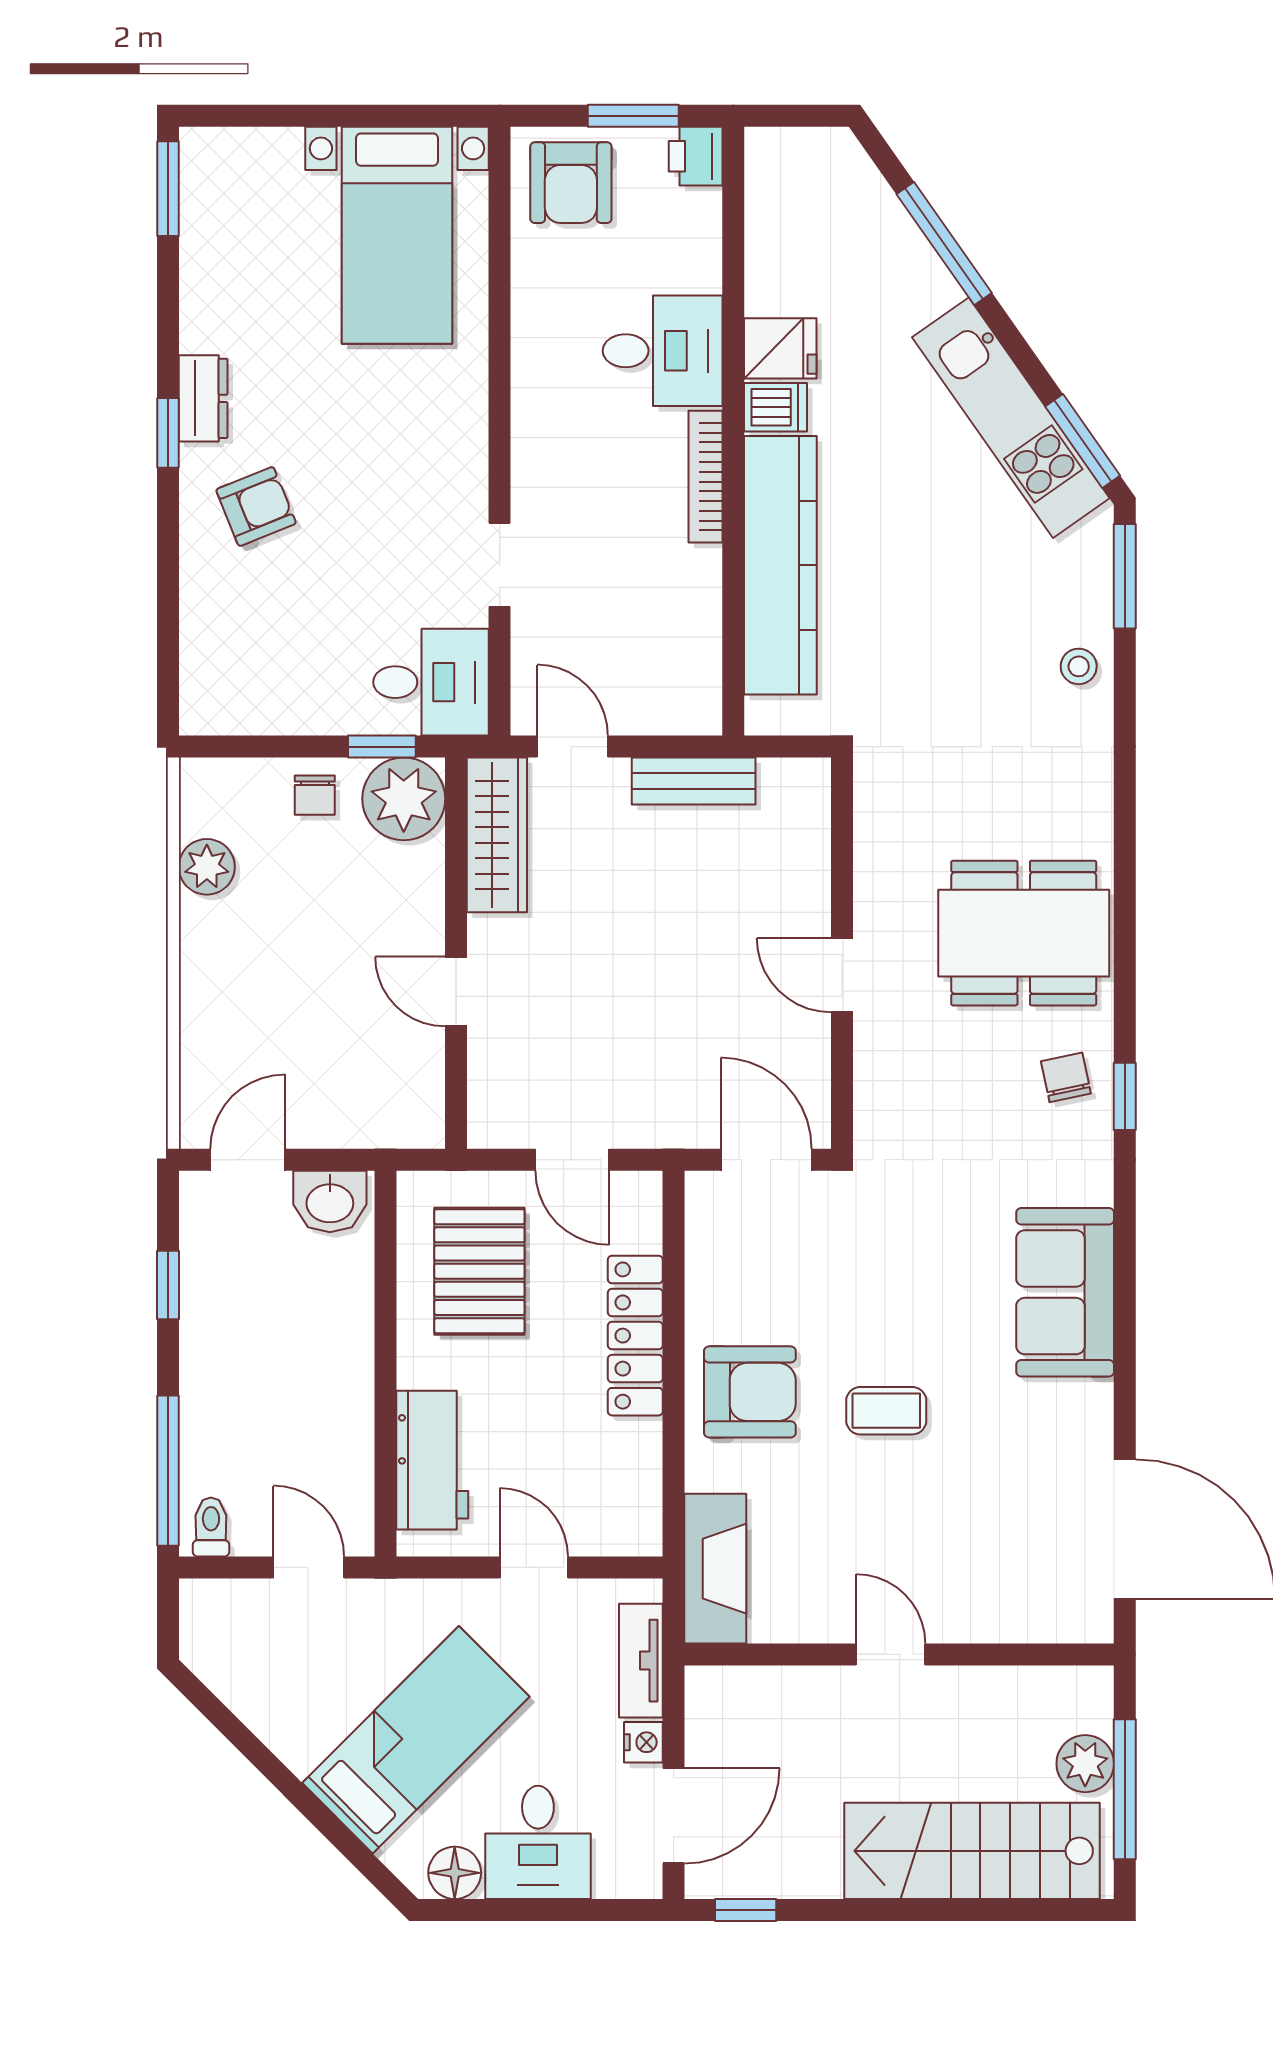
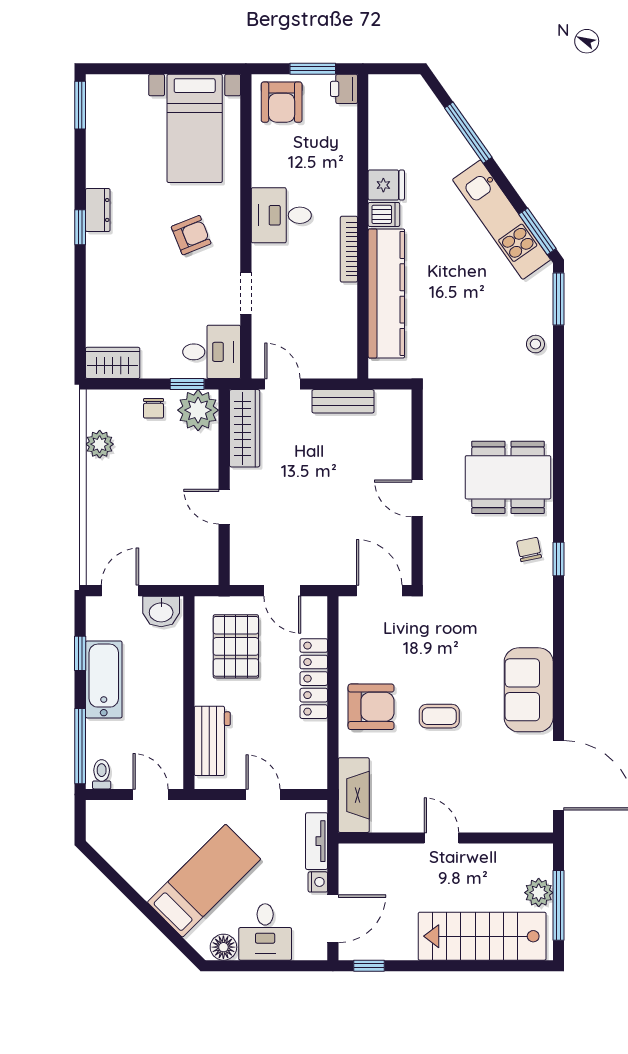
desk: (663, 351) -> (281, 215), moved, turned 180
armchair: (256, 506) -> (191, 235), moved
wardrobe: (233, 704) -> (113, 363), added
sofa: (1065, 1292) -> (529, 690), moved
bathtub: (215, 1337) -> (104, 679), added

